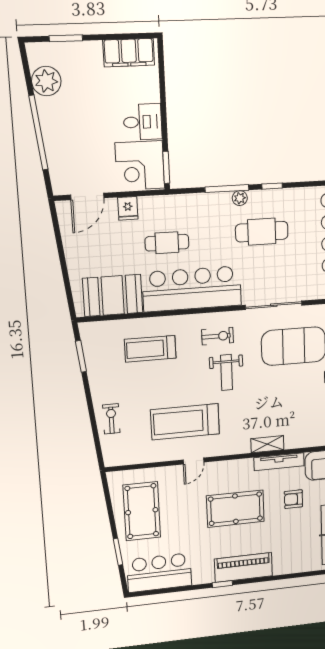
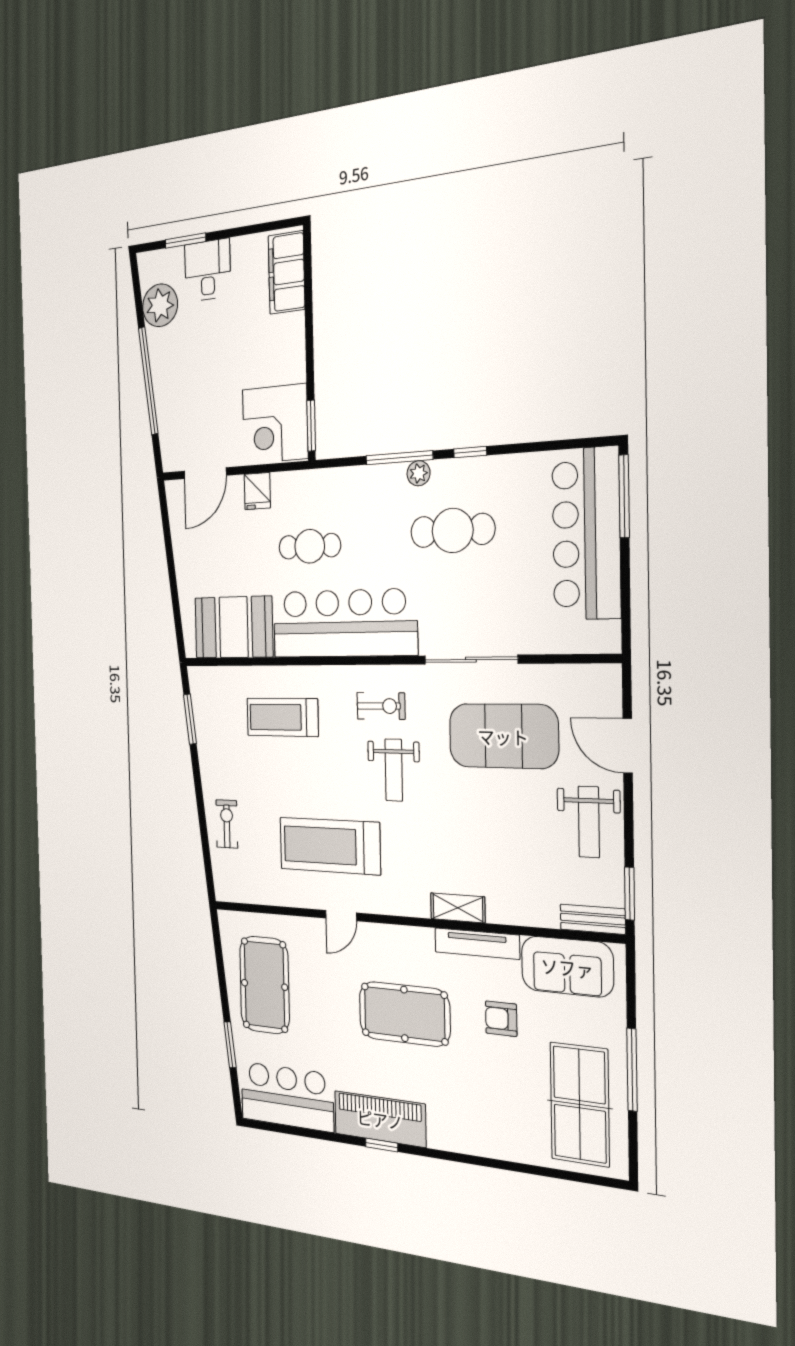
filing cabinet: (129, 53) -> (286, 272), moved, turned 90
desk: (143, 122) -> (208, 270), moved, turned -90
piano: (243, 567) -> (380, 1119), moved

